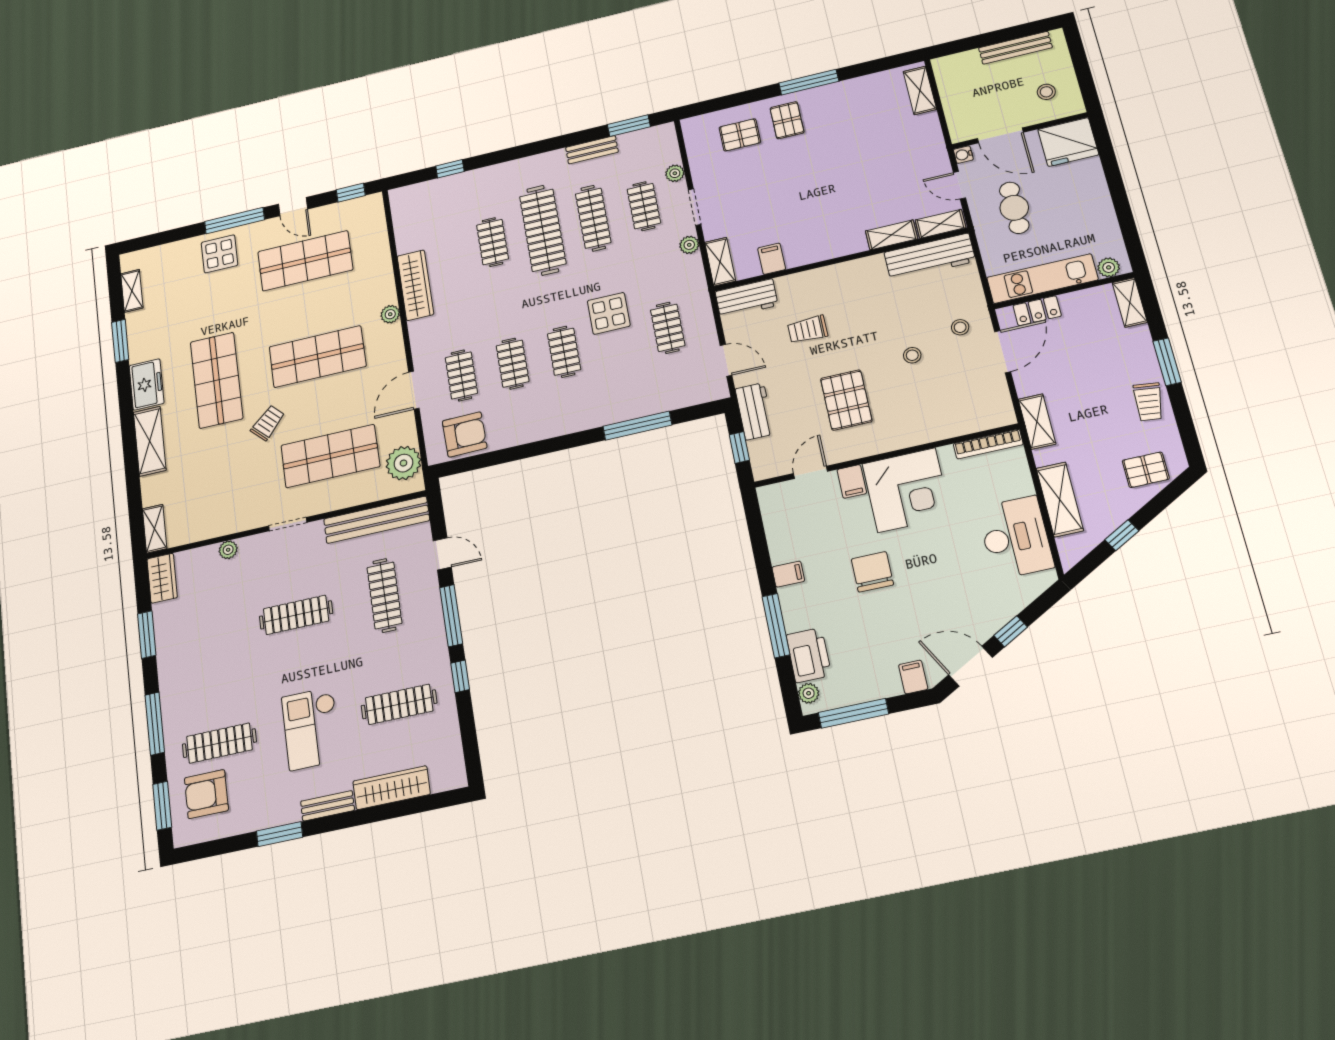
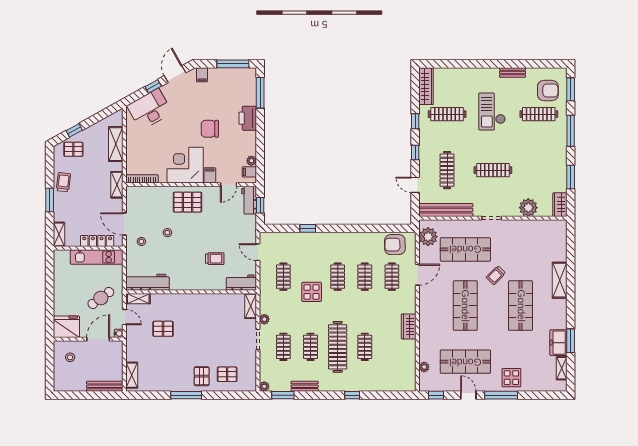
bench: (1015, 48) -> (105, 386), moved
door: (1000, 135) -> (98, 339), hinge flipped
window: (450, 169) -> (352, 395), moved
plant: (675, 173) -> (264, 386), moved
pallet: (879, 183) -> (163, 329), added
cafe table: (1014, 208) -> (101, 298), turned 54
clothes rail: (593, 218) -> (311, 347), width x0.73
shelving: (892, 235) -> (163, 299), removed
filing cabinet: (772, 259) -> (225, 301), removed
plant: (1109, 267) -> (64, 255), removed
wardrobe: (415, 285) -> (409, 326), width x0.67
locker: (1037, 311) -> (97, 241), width x1.53
plant: (390, 314) -> (424, 367), moved
door: (1003, 352) -> (124, 224), hinge flipped
shop shelf: (318, 357) -> (465, 306), turned 90
freezer: (147, 384) -> (558, 343), moved
pallet: (846, 400) -> (188, 202), moved, turned 90
workbench: (755, 411) -> (249, 200), moved
window: (637, 426) -> (308, 228), width x0.46
shelving: (155, 529) -> (561, 232), removed
window: (1122, 535) -> (74, 130), moved
desk: (1015, 537) -> (150, 109), moved, turned 61
plant: (228, 550) -> (528, 208), width x1.87, depth x1.87
chair: (872, 572) -> (210, 129), turned 90
filing cabinet: (788, 574) -> (249, 172), moved
window: (451, 616) -> (415, 152), width x0.46
window: (776, 626) -> (260, 93), moved
printer: (809, 655) -> (248, 118), moved
door: (970, 666) -> (175, 74), swing flipped
plant: (809, 693) -> (251, 161), moved
checkout: (311, 729) -> (492, 112), turned 180
wardrobe: (392, 788) -> (426, 86), moved, turned -90
bench: (327, 806) -> (513, 72), moved
window: (279, 834) -> (514, 64), removed

